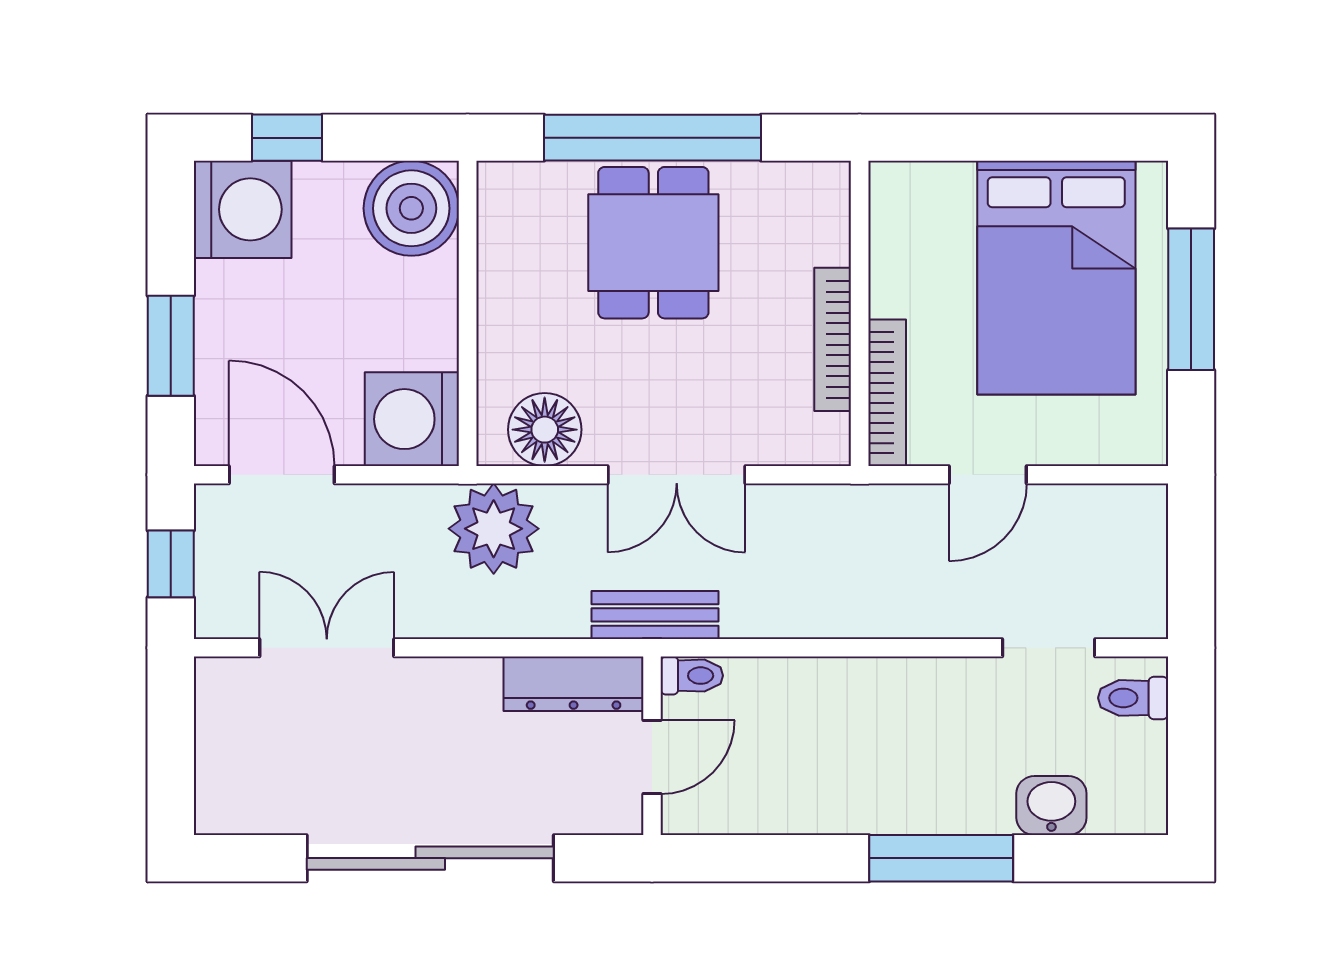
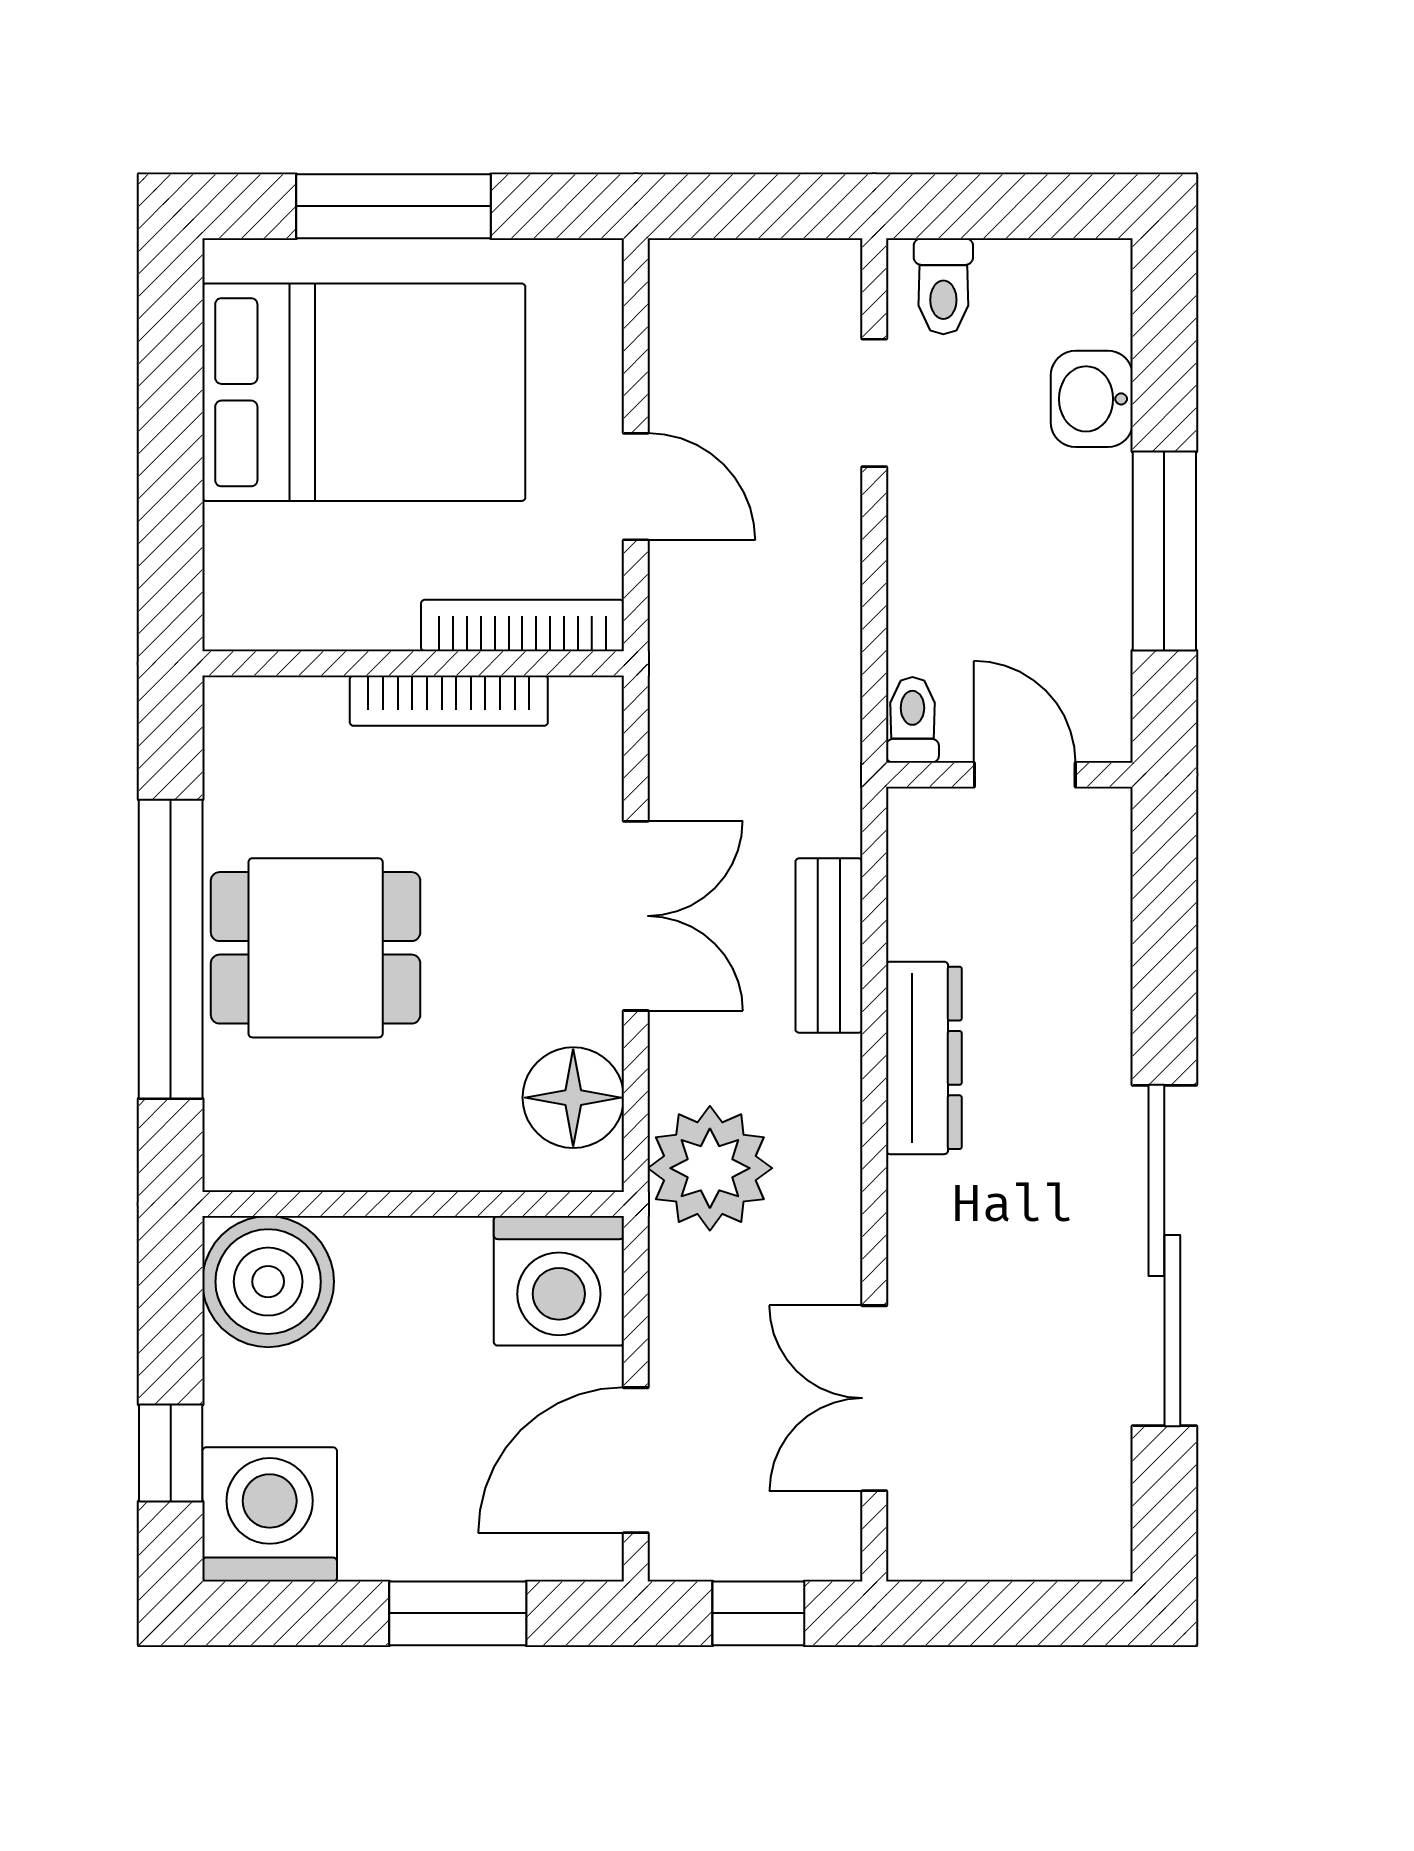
toilet: (692, 676) -> (912, 720), moved
wall: (652, 746) -> (1009, 775), moved
door: (652, 757) -> (1025, 775), moved

